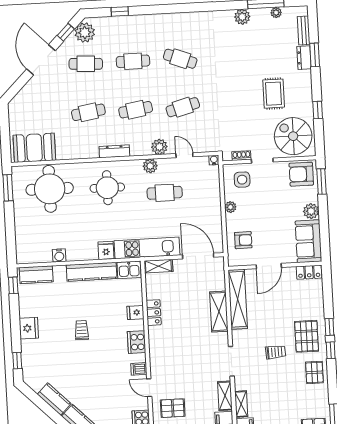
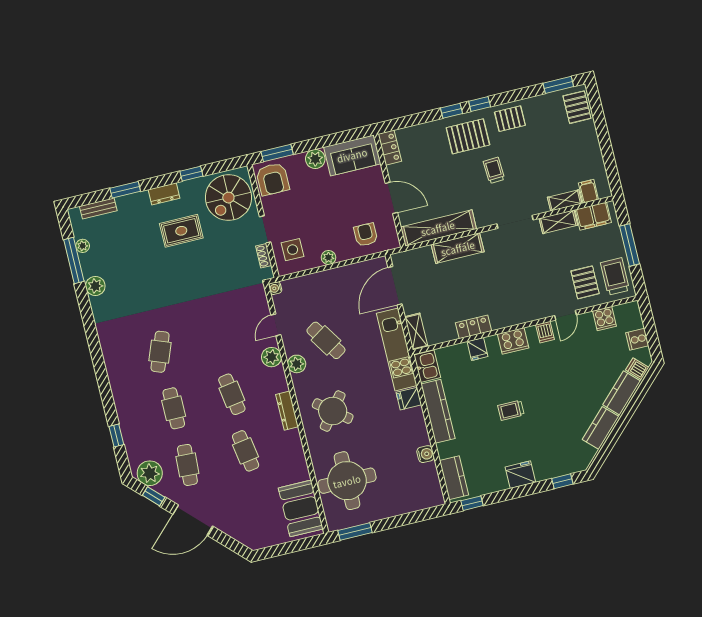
dresser: (304, 58) -> (164, 194), moved
cafe table: (183, 107) -> (218, 338), removed
round table: (107, 188) -> (333, 411), turned 38
cafe table: (165, 193) -> (326, 340), turned -33

